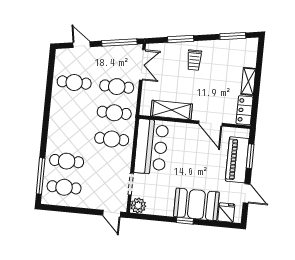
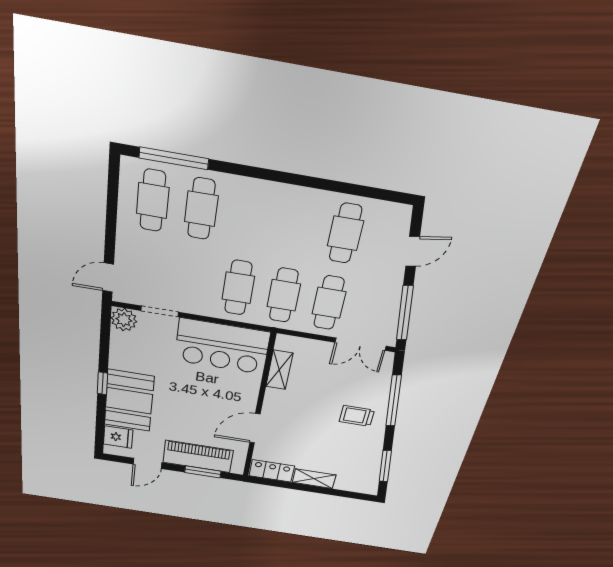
window: (181, 39) -> (394, 401), width x1.44
shelving: (172, 110) -> (279, 370), width x0.67, depth x0.75

